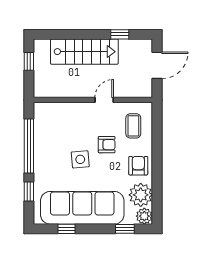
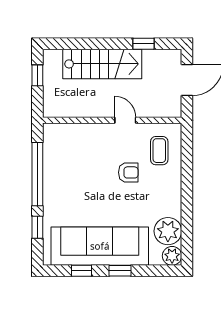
door: (104, 100) -> (125, 120), hinge flipped
side table: (80, 159) -> (97, 190), removed
armchair: (138, 166) -> (165, 197), removed
window: (125, 229) -> (120, 271), moved

